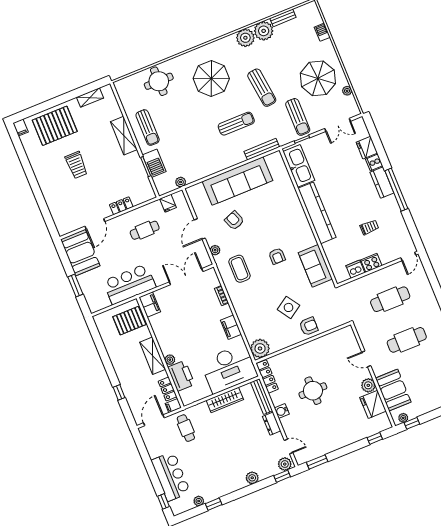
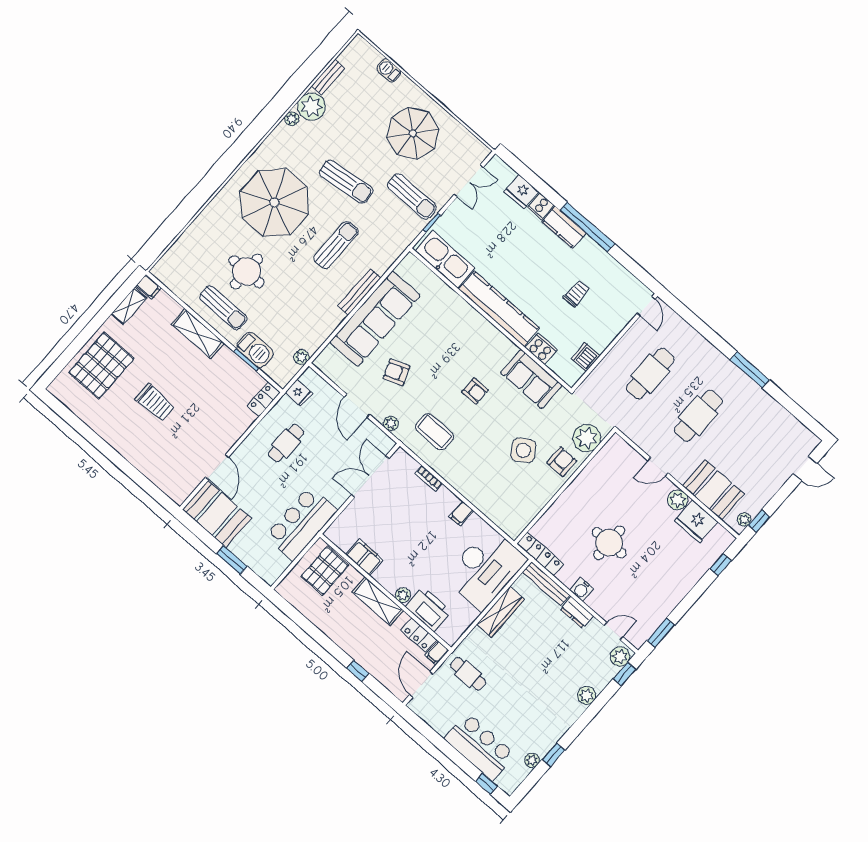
plant: (245, 38) -> (292, 119), width x0.53, depth x0.53
parasol: (211, 78) -> (274, 202), width x1.36, depth x1.36
round table: (159, 81) -> (247, 272), moved
plant: (347, 91) -> (459, 130), removed
filing cabinet: (21, 127) -> (149, 287), moved
bench: (262, 149) -> (359, 292), moved
locker: (121, 206) -> (264, 399), moved
cooker: (371, 263) -> (541, 349), moved, turned 90
filing cabinet: (150, 305) -> (364, 557), moved
filing cabinet: (231, 327) -> (461, 513), width x0.50
plant: (260, 348) -> (587, 438), moved

